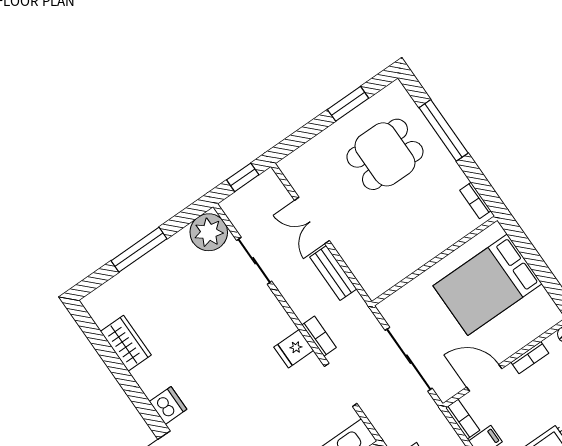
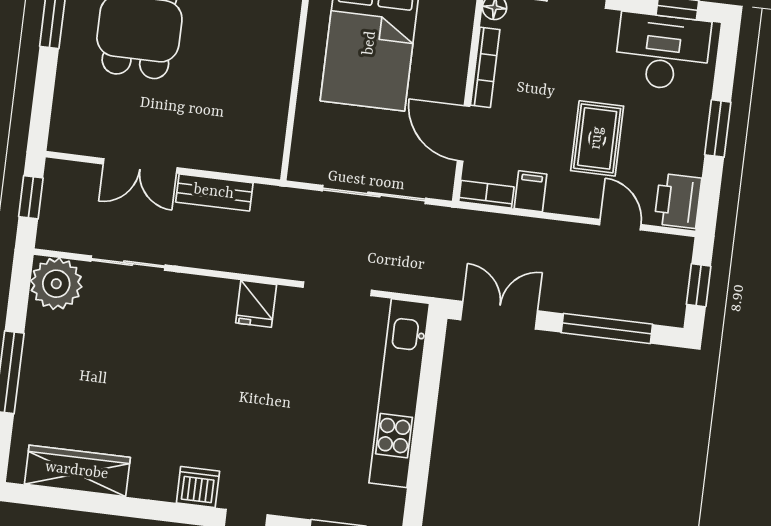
bookcase: (319, 336) -> (267, 266), removed
wardrobe: (126, 343) -> (77, 471), width x1.50
bookcase: (530, 358) -> (485, 67), width x1.56
door: (484, 378) -> (464, 133), hinge flipped

